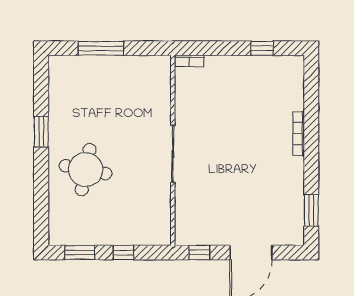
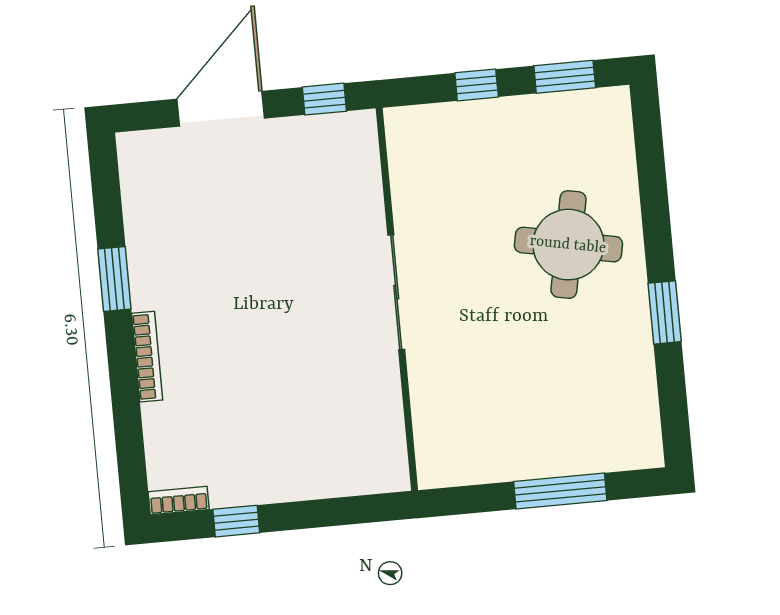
bookcase: (189, 61) -> (179, 501), moved
window: (311, 210) -> (114, 279), moved

